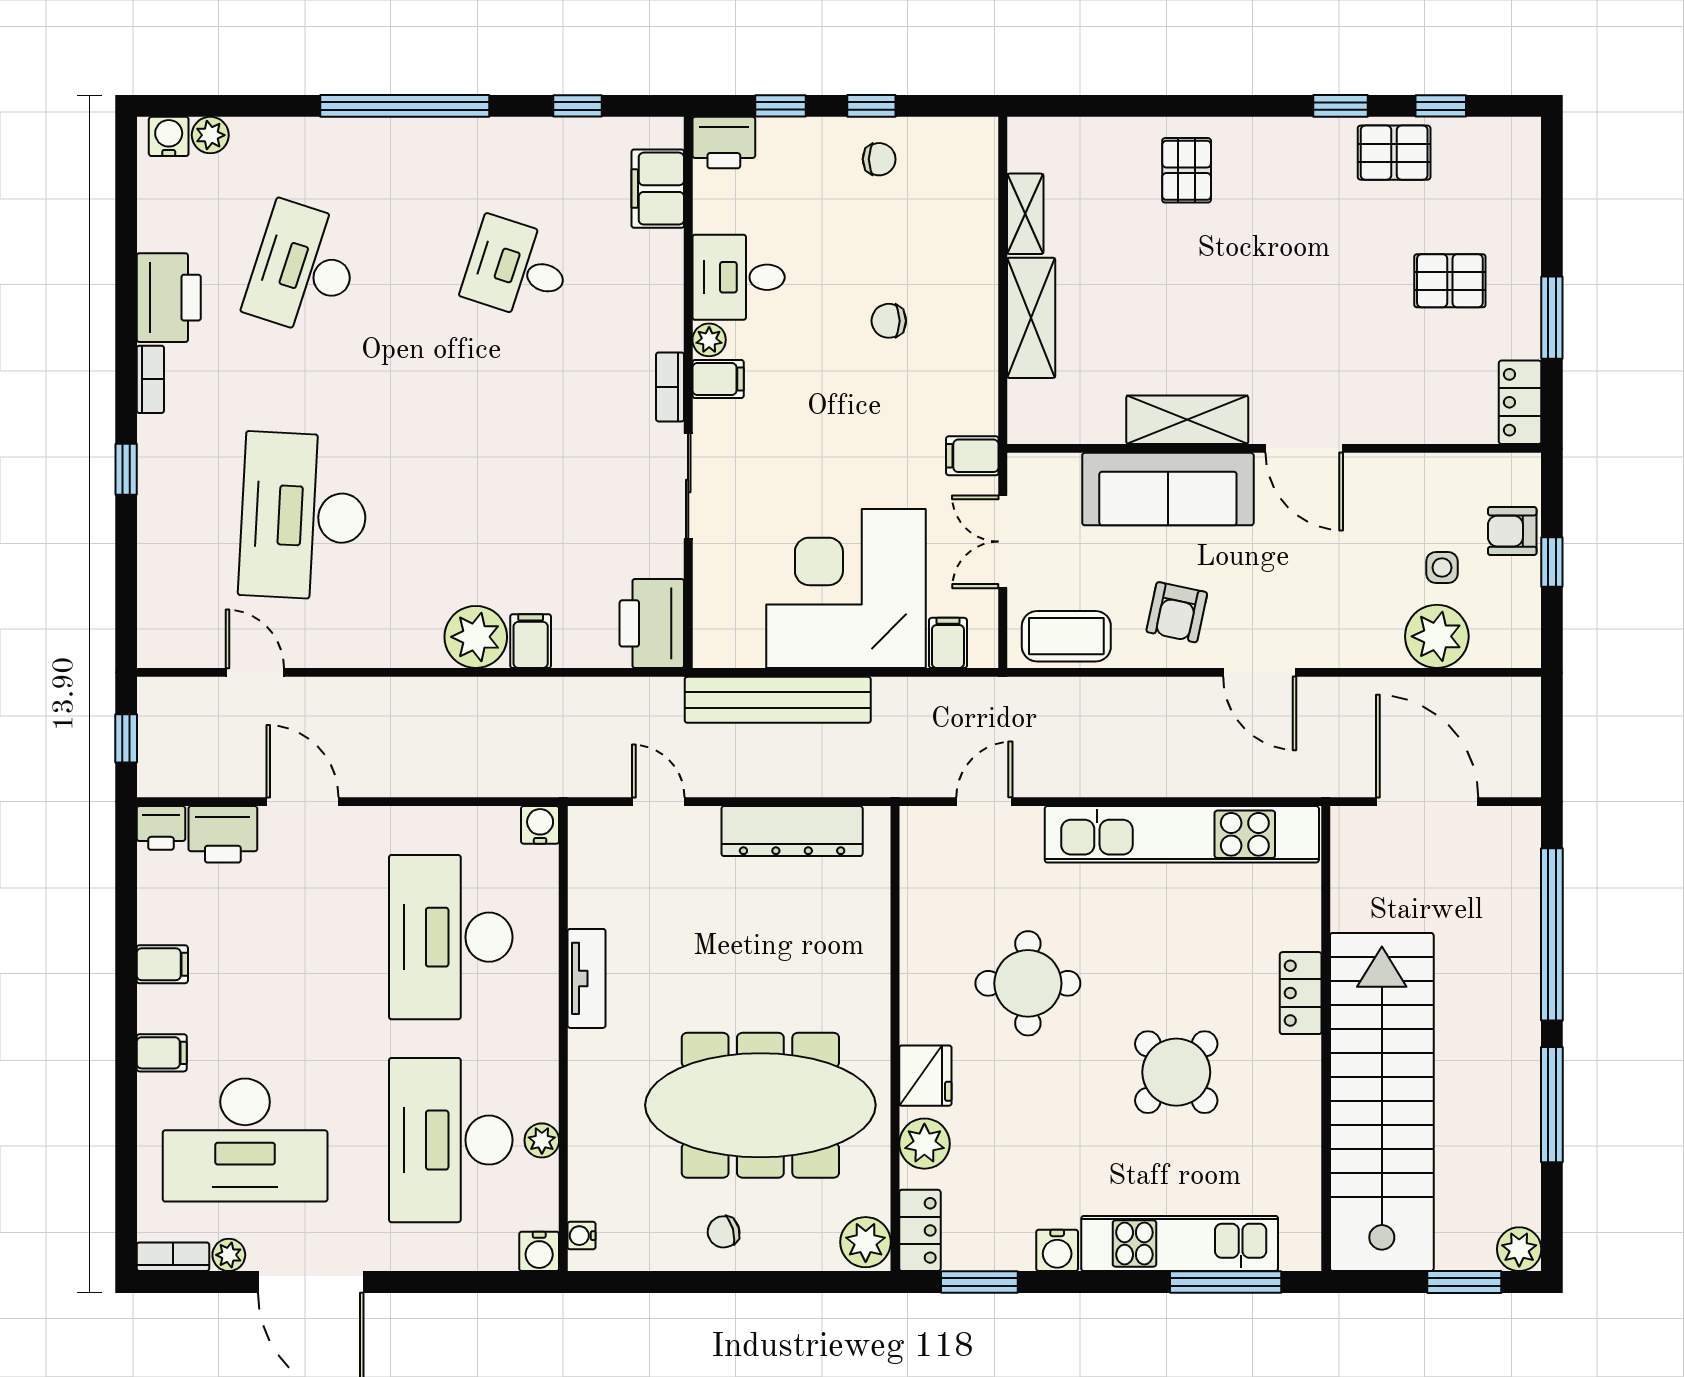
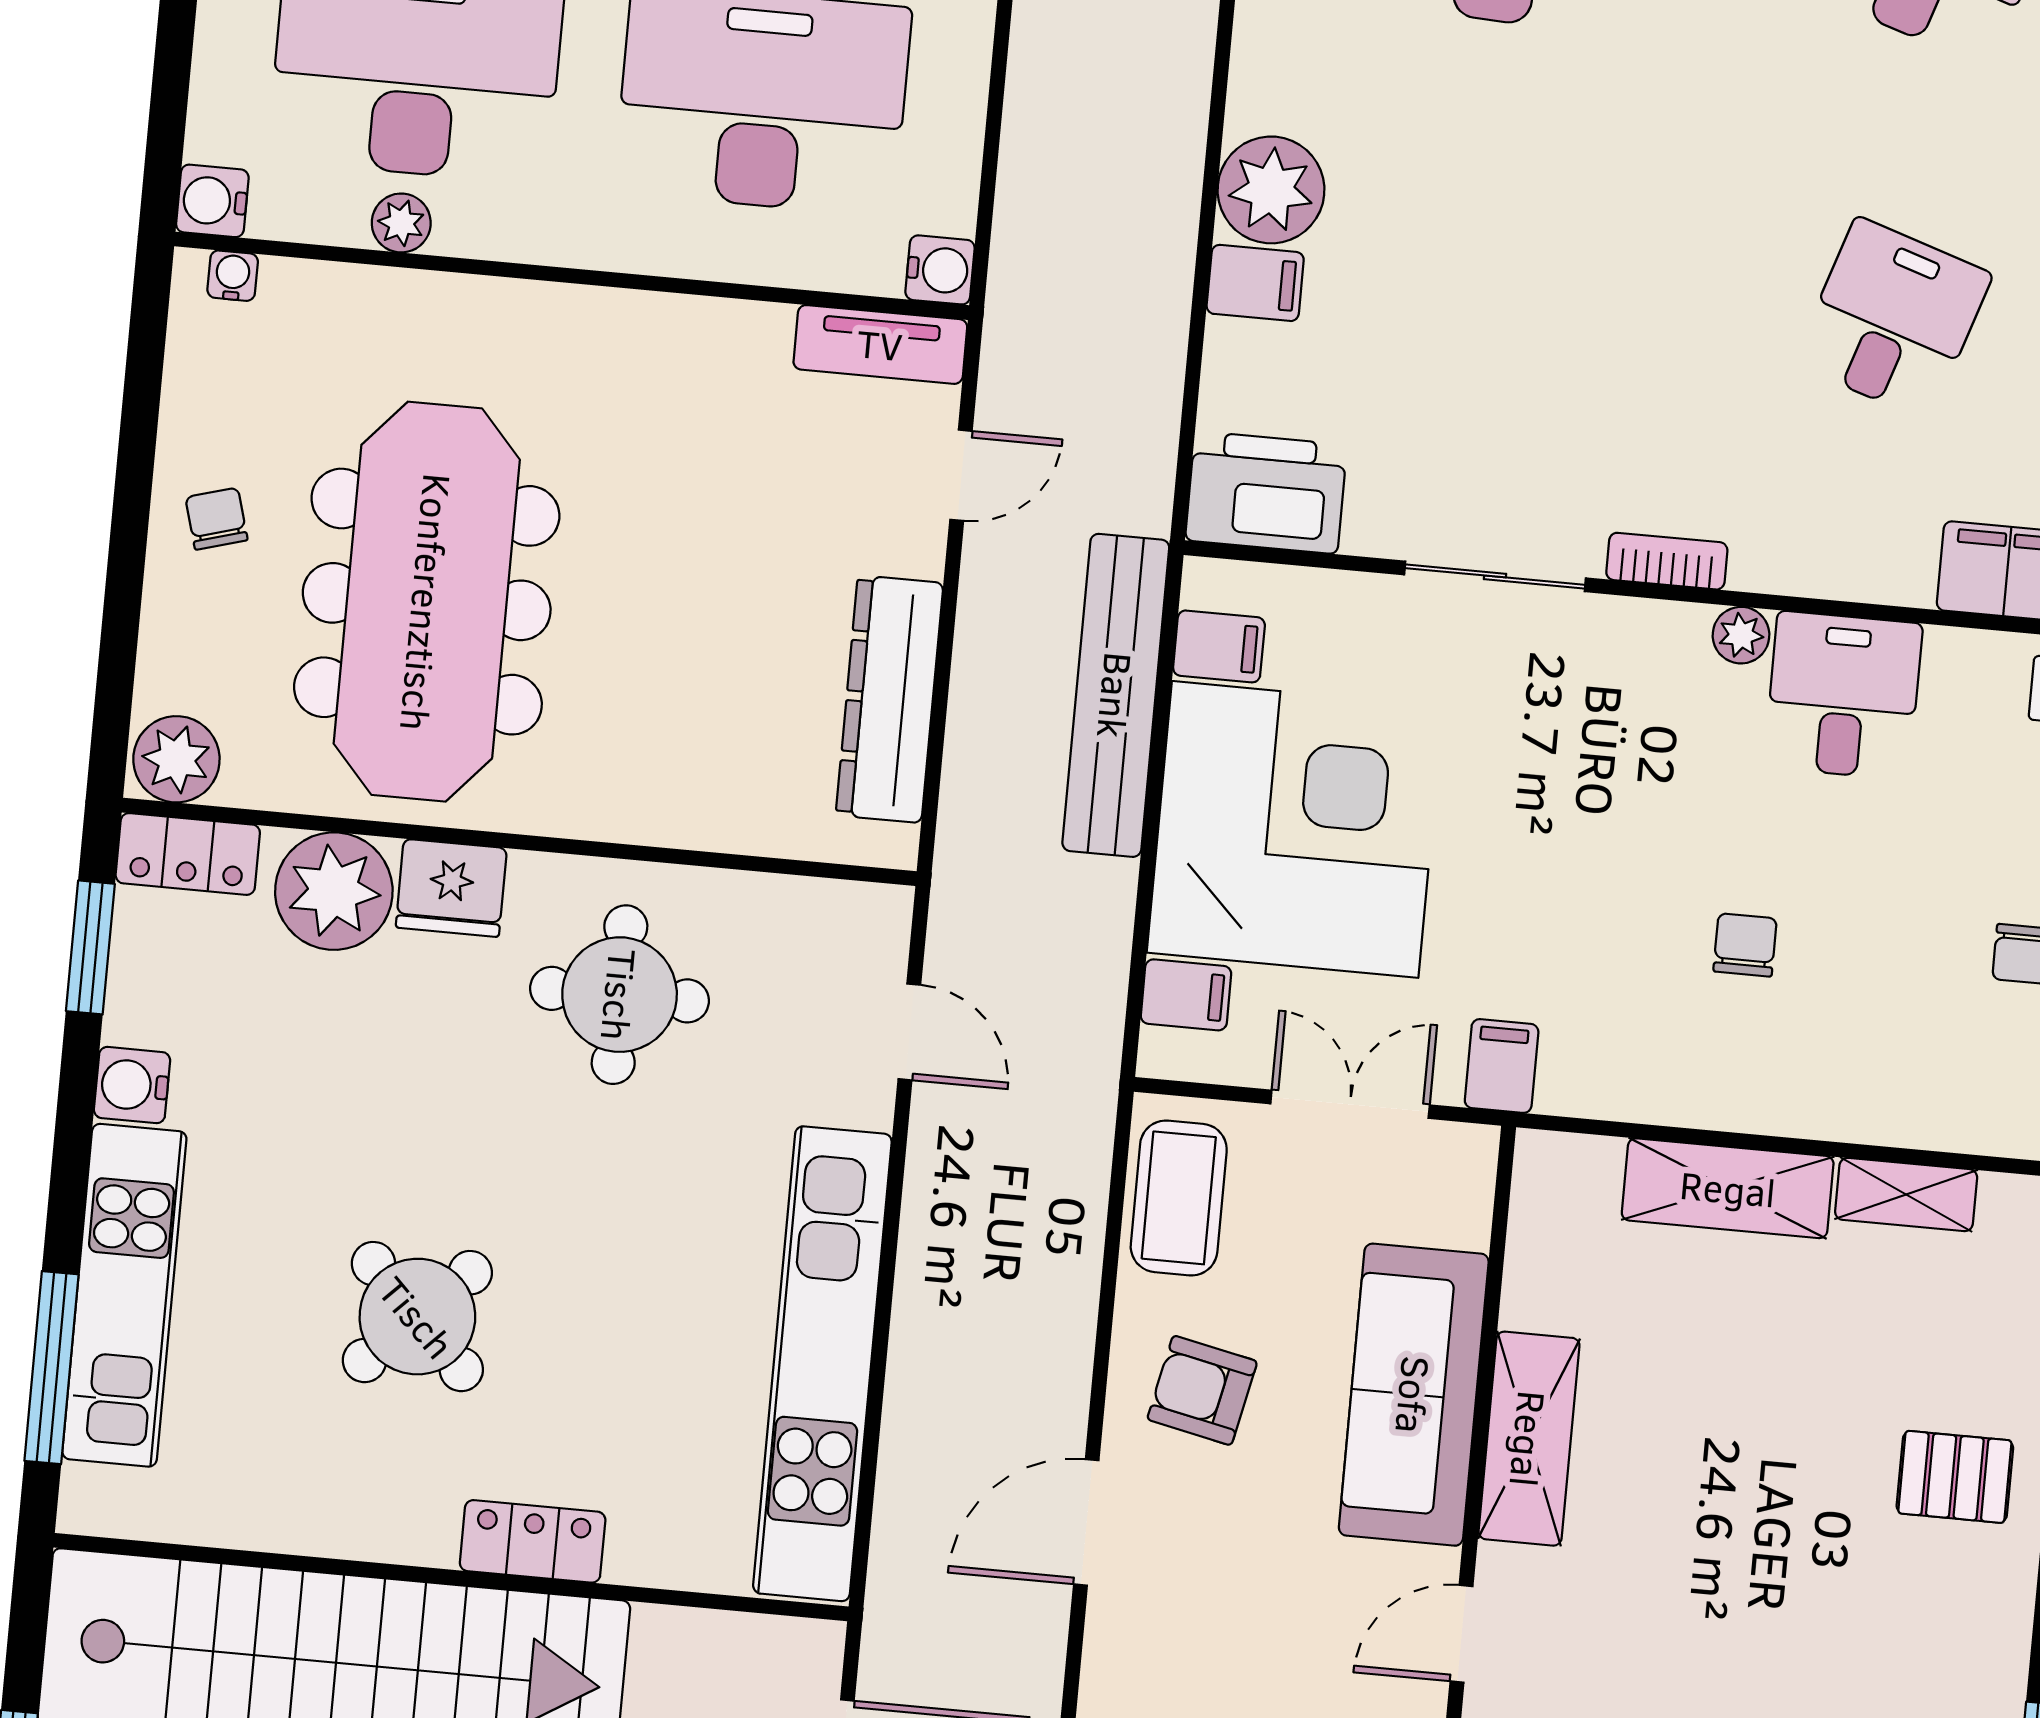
filing cabinet: (718, 379) -> (1219, 646), moved, turned -90
door: (1304, 448) -> (1462, 1634), width x0.73
tv unit: (587, 978) -> (880, 344), moved
round table: (1028, 983) -> (620, 995), moved
plant: (924, 1144) -> (334, 891), width x1.36, depth x1.36

